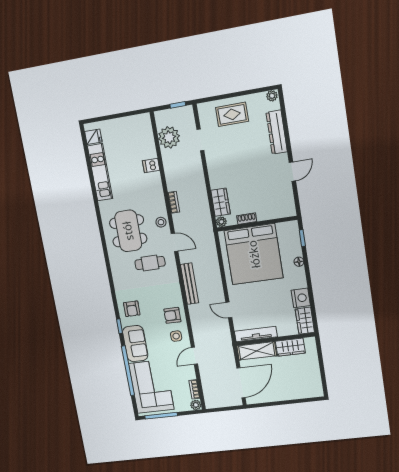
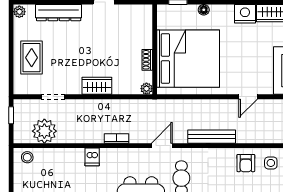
dishwasher: (151, 165) -> (92, 157), moved
wardrobe: (221, 202) -> (97, 86), moved
stool: (161, 222) -> (27, 157), moved

